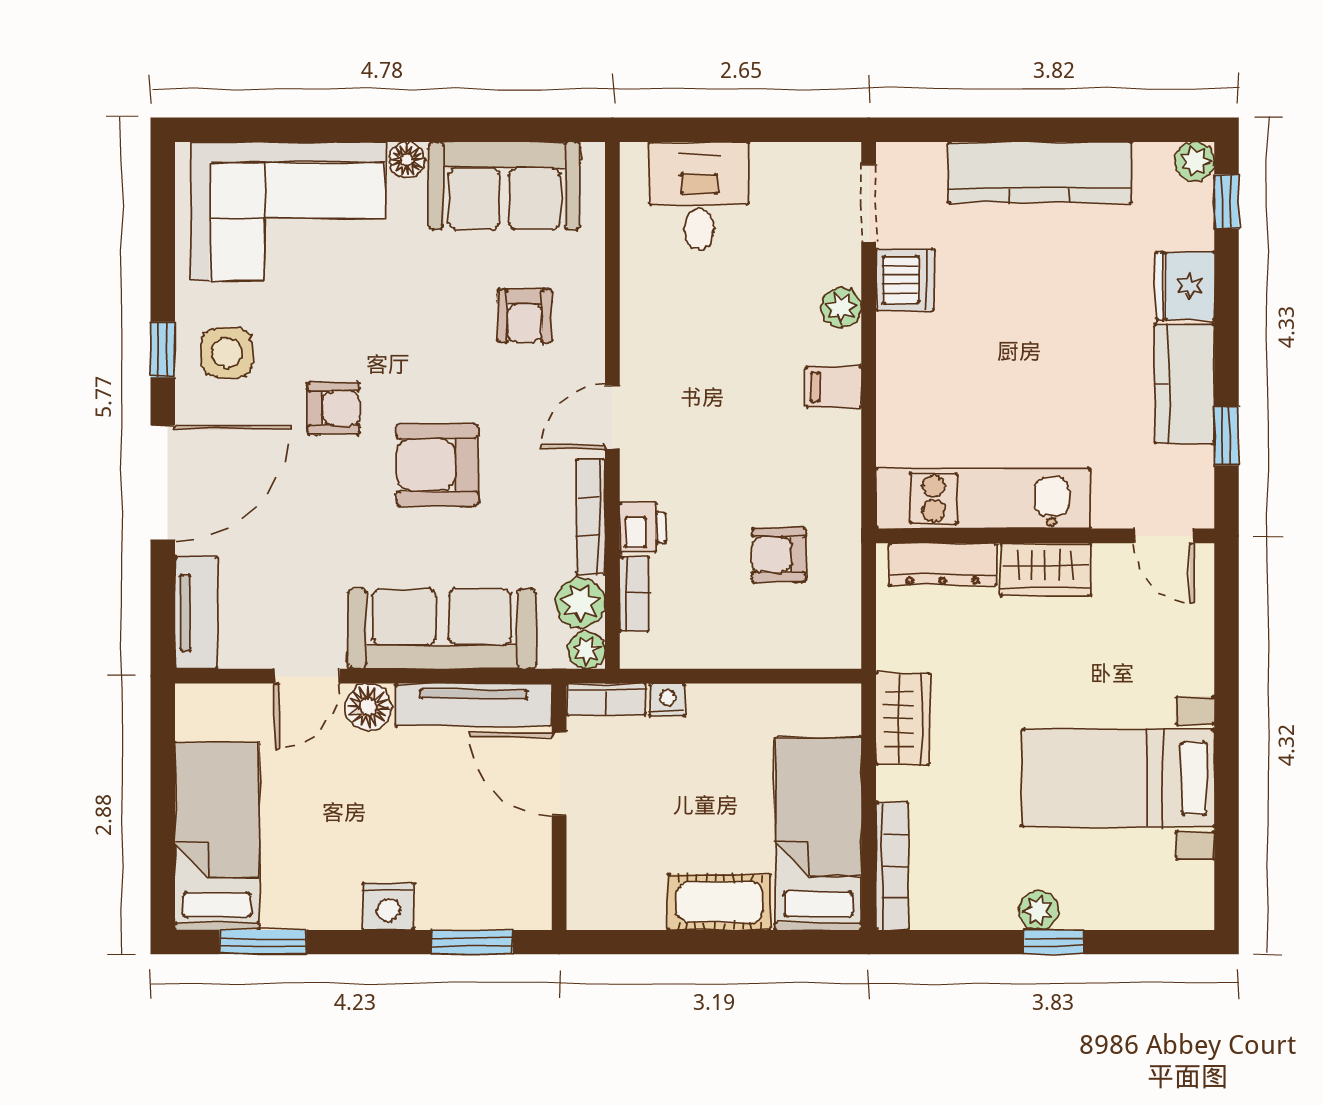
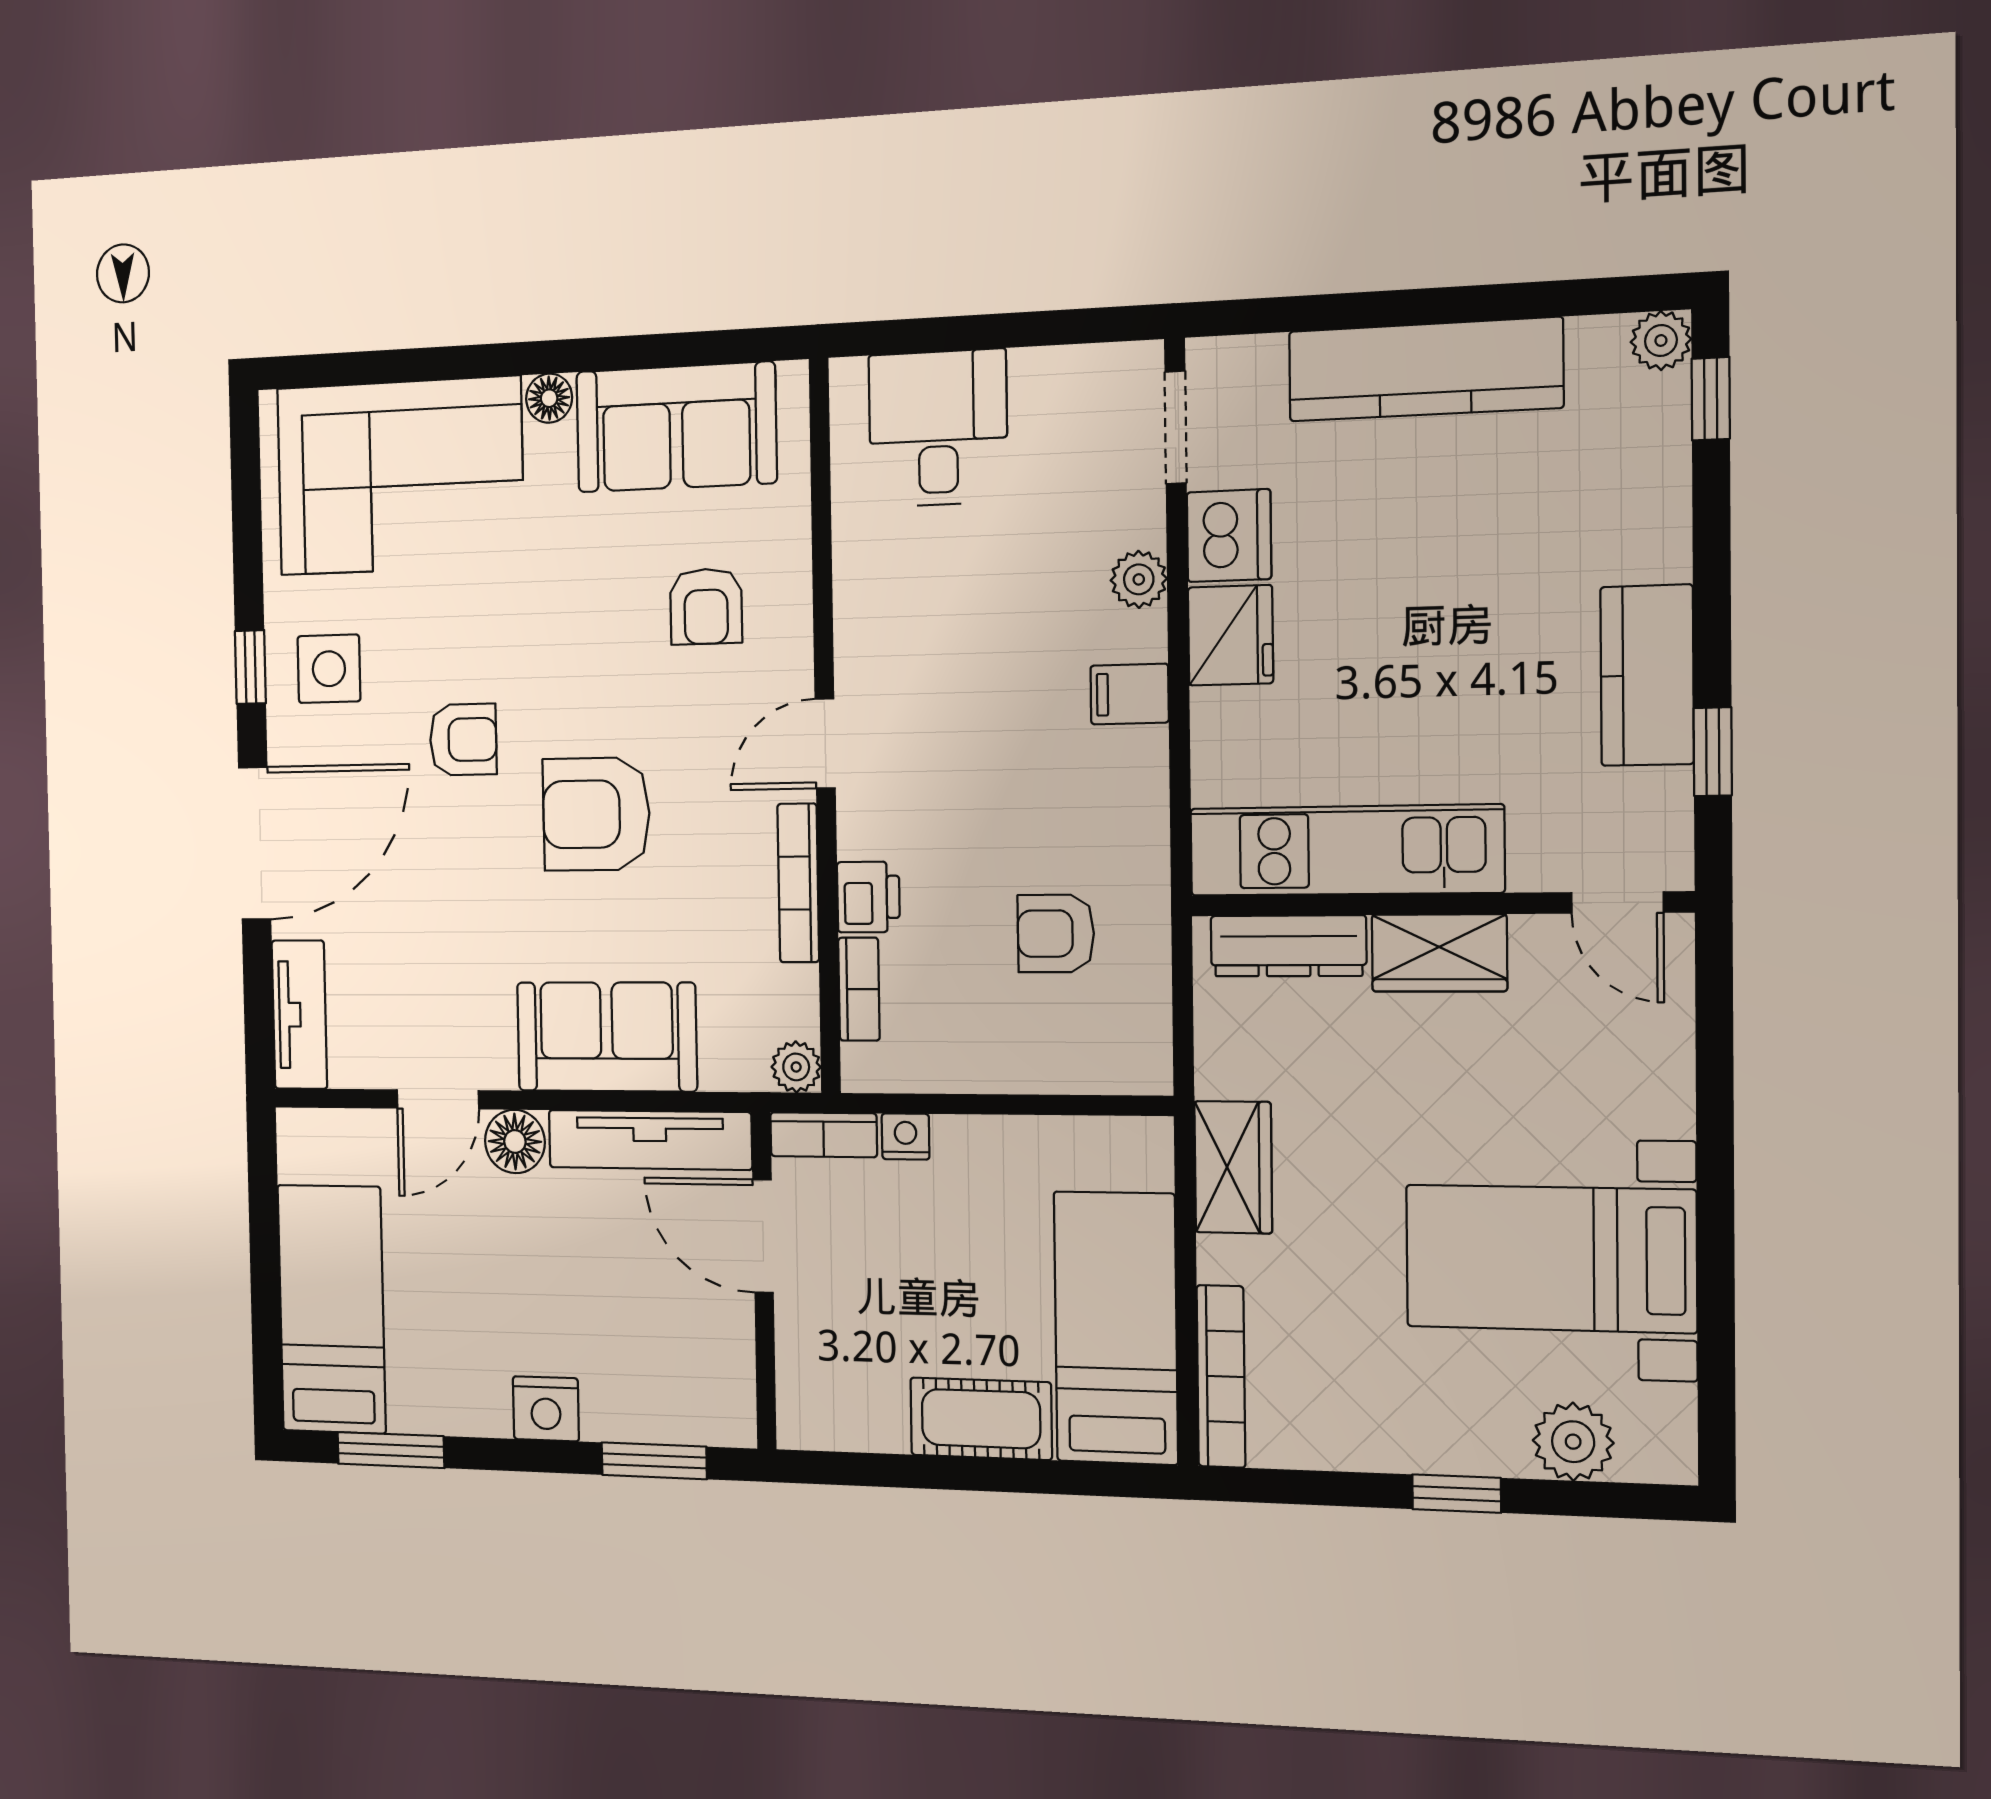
fridge: (1185, 286) -> (1231, 635), moved, turned 180
plant: (580, 603) -> (787, 1002), removed
sofa: (442, 629) -> (607, 1037), width x0.73
plant: (1038, 910) -> (1573, 1442), moved, width x1.38, depth x1.38

